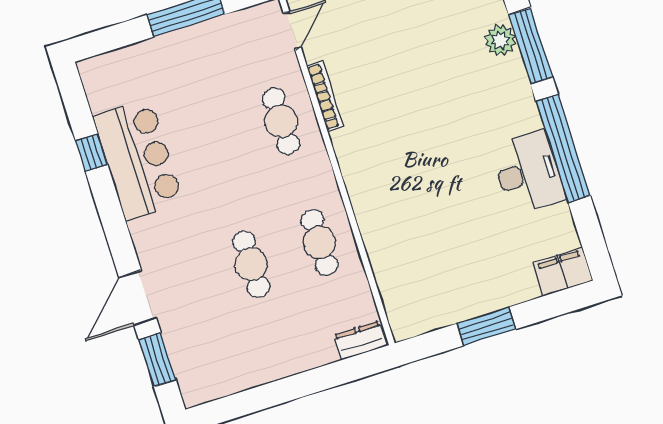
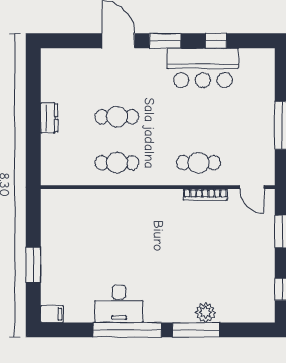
filing cabinet: (562, 272) -> (52, 314), width x0.50
window: (486, 326) -> (33, 265), moved
dresser: (360, 340) -> (49, 118), moved
window: (157, 360) -> (165, 41), moved

